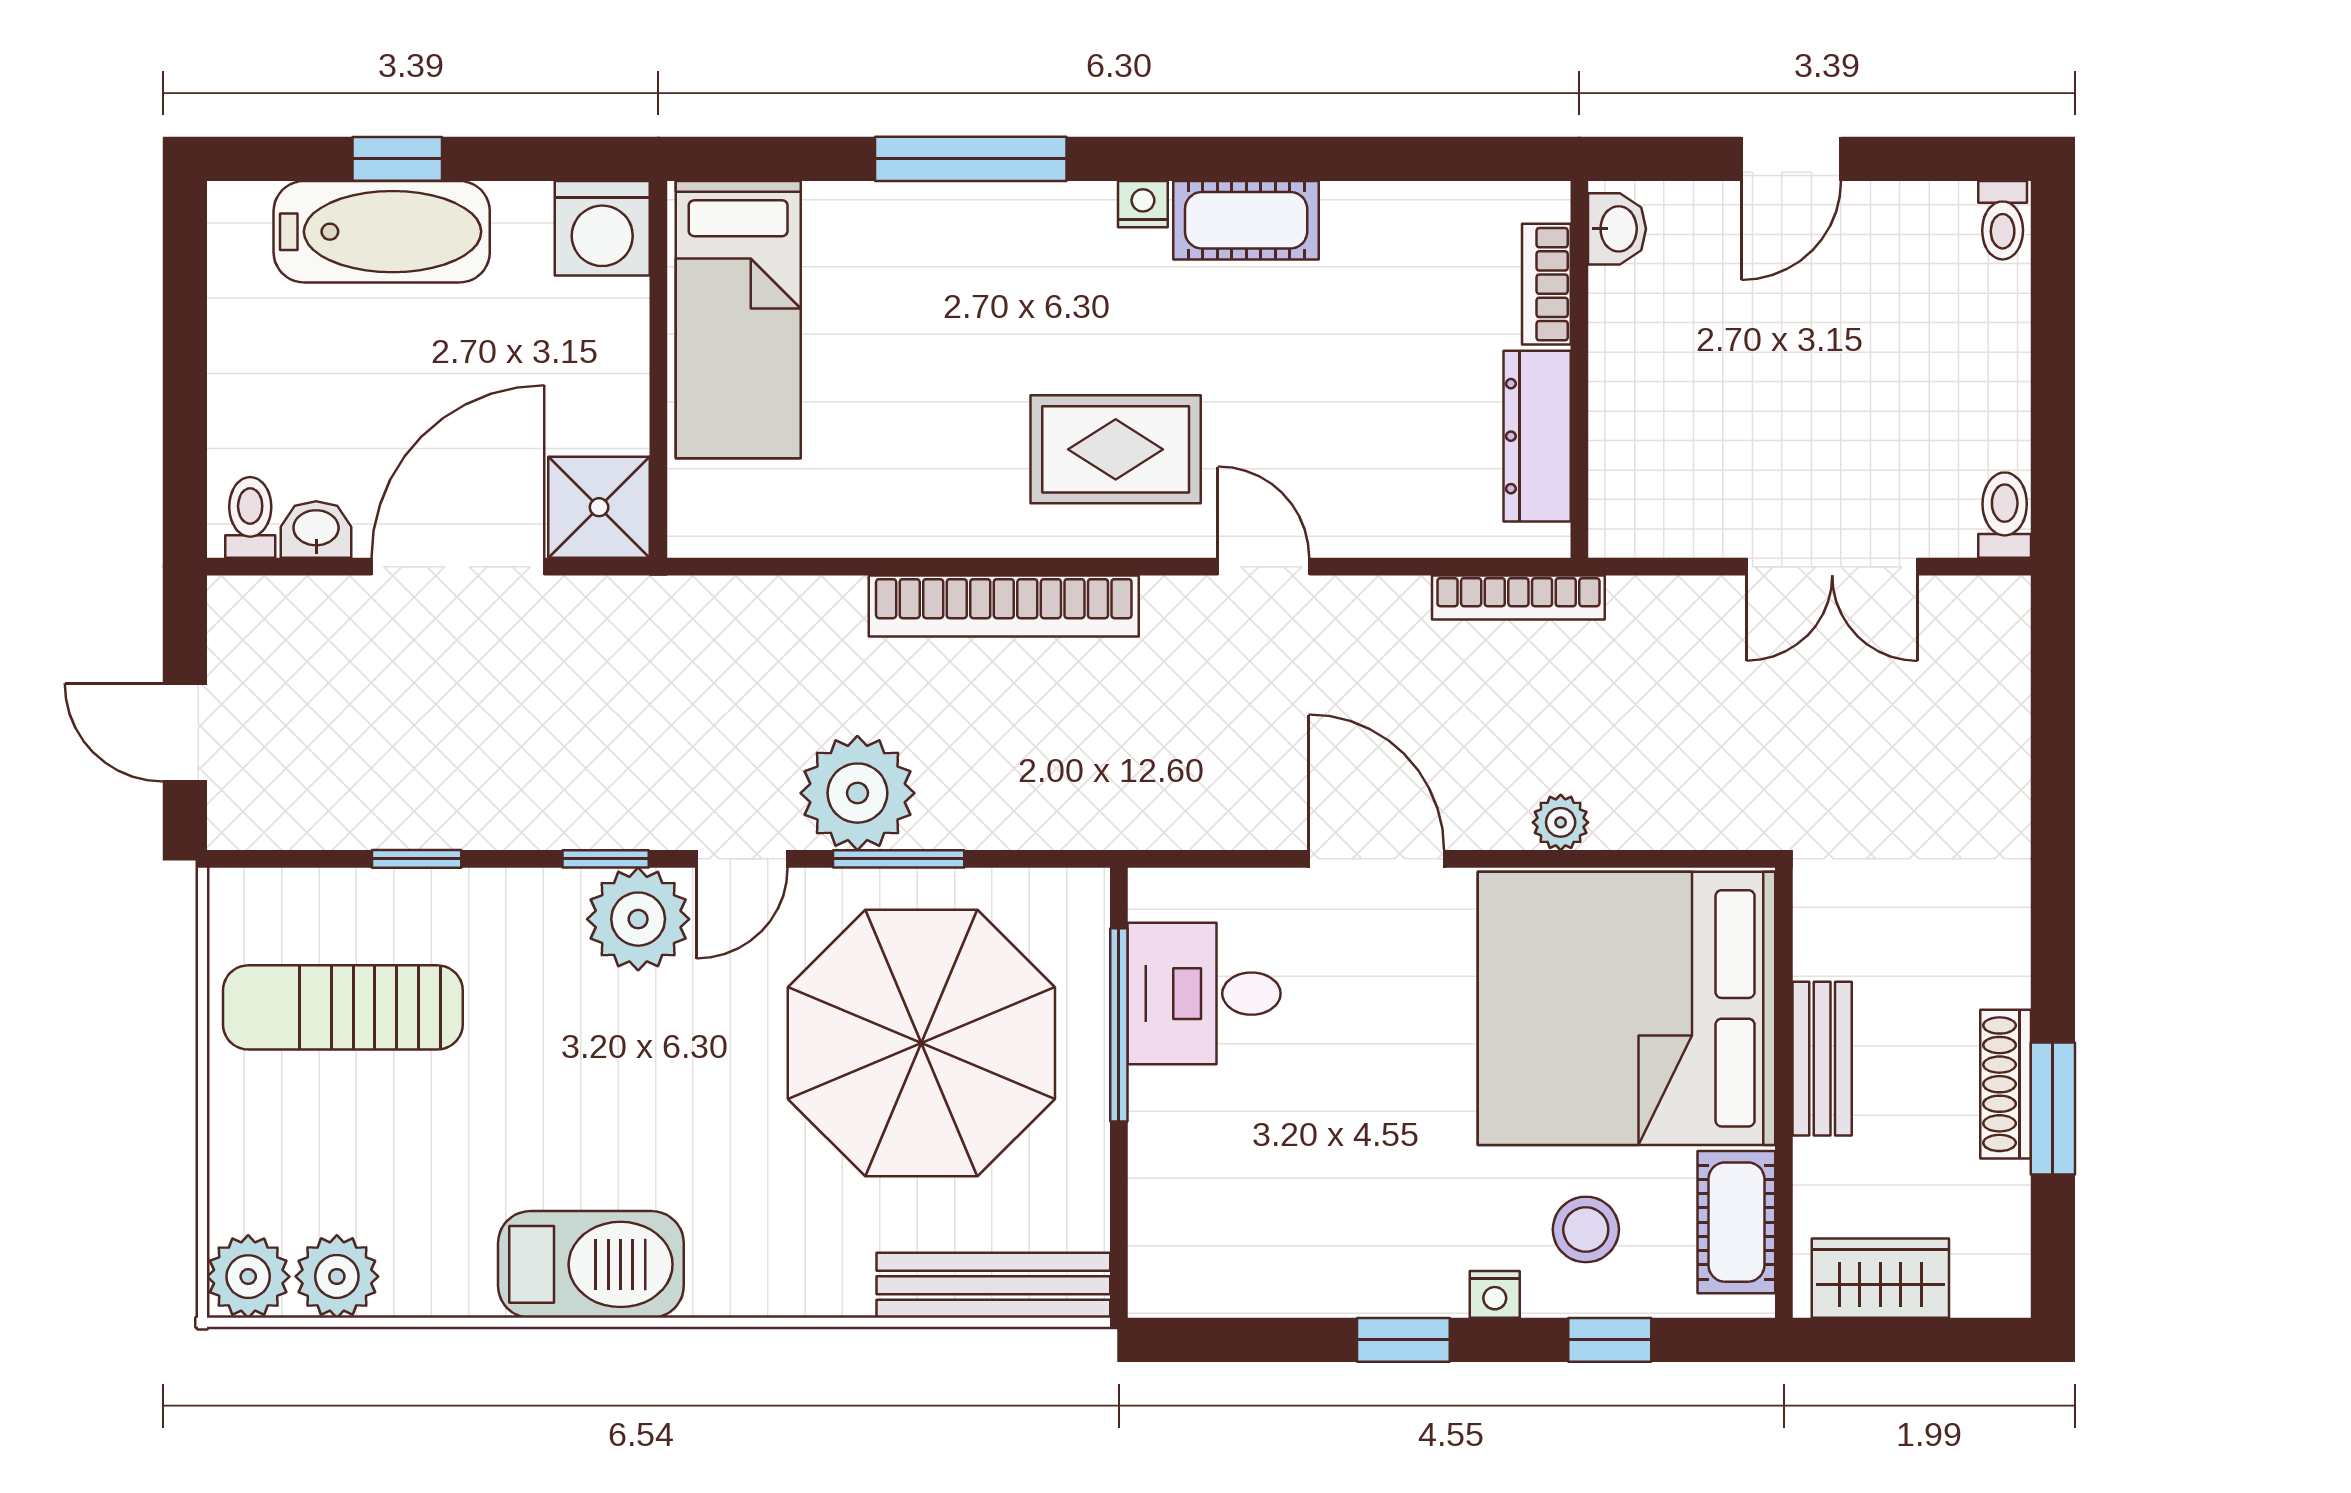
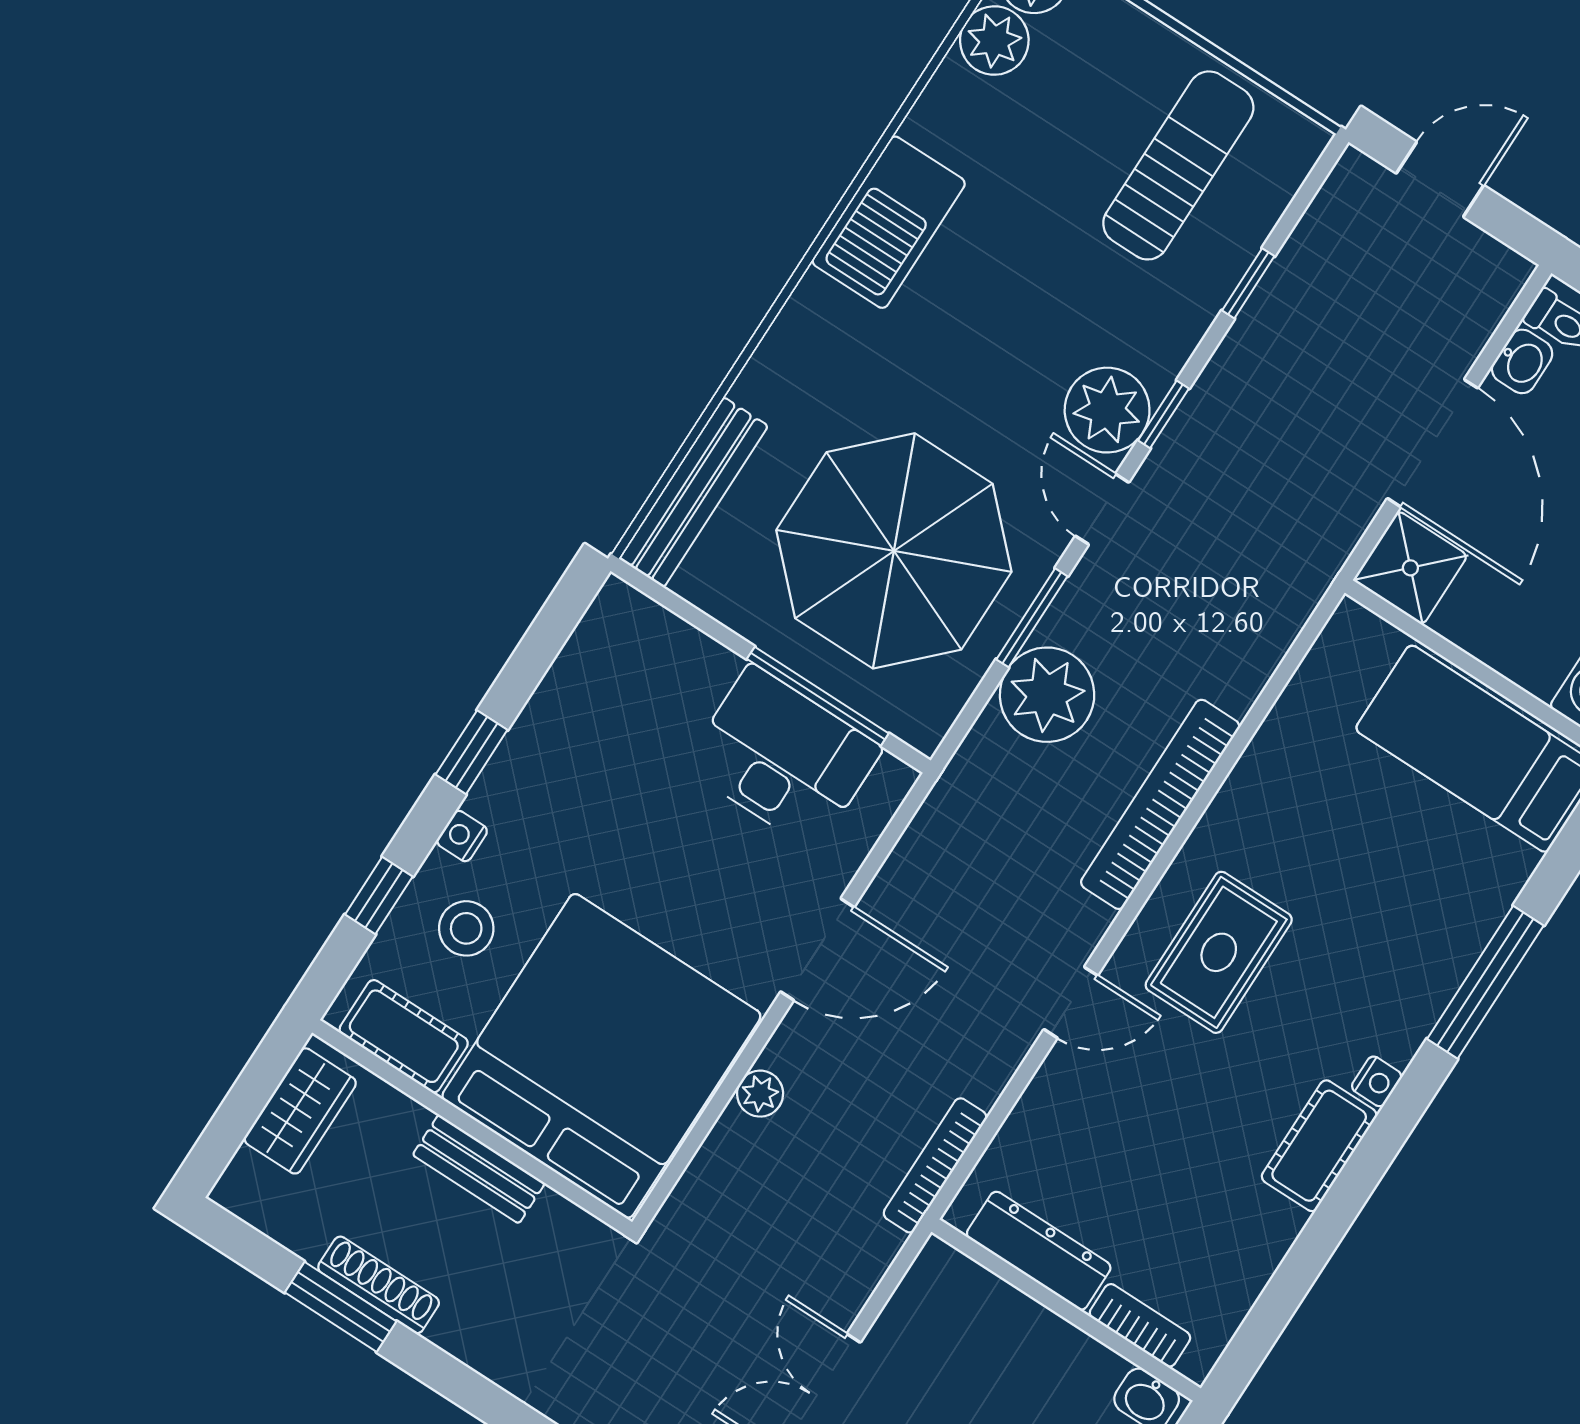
plant: (857, 793) -> (1047, 695), moved
desk: (1204, 994) -> (783, 757), width x1.37

